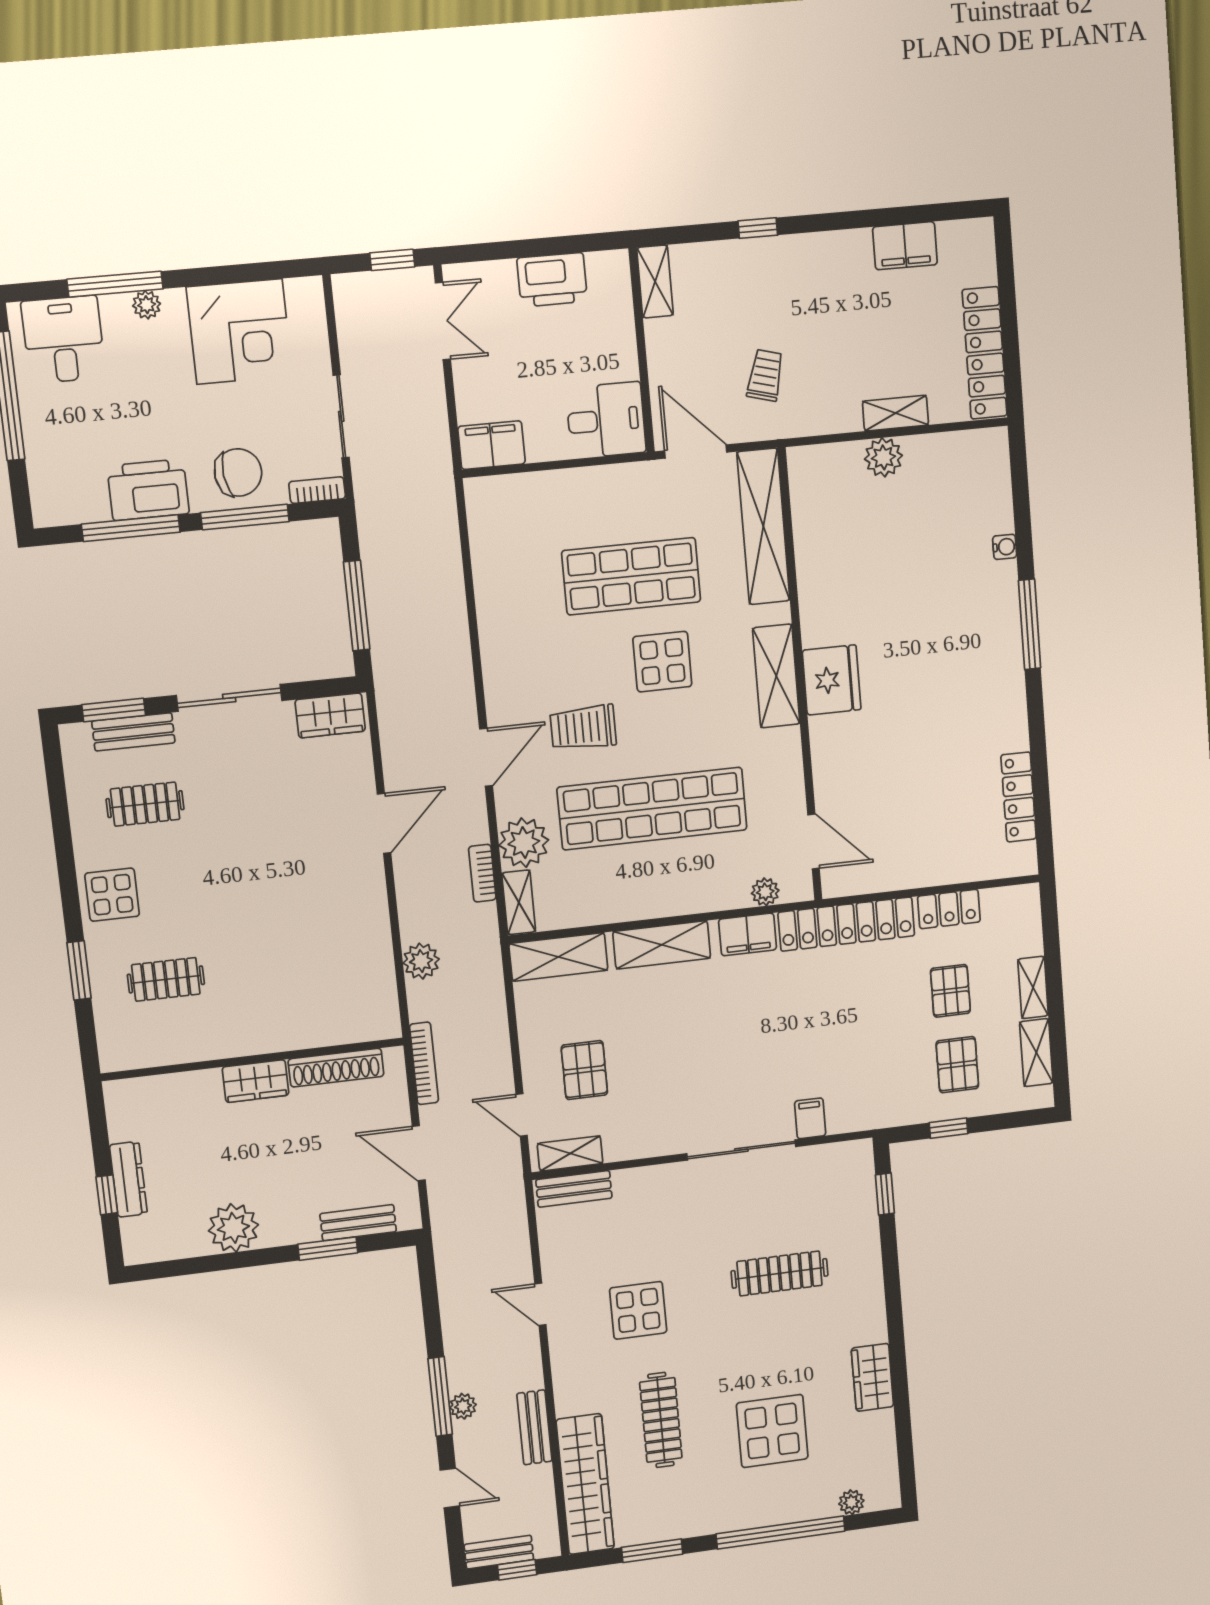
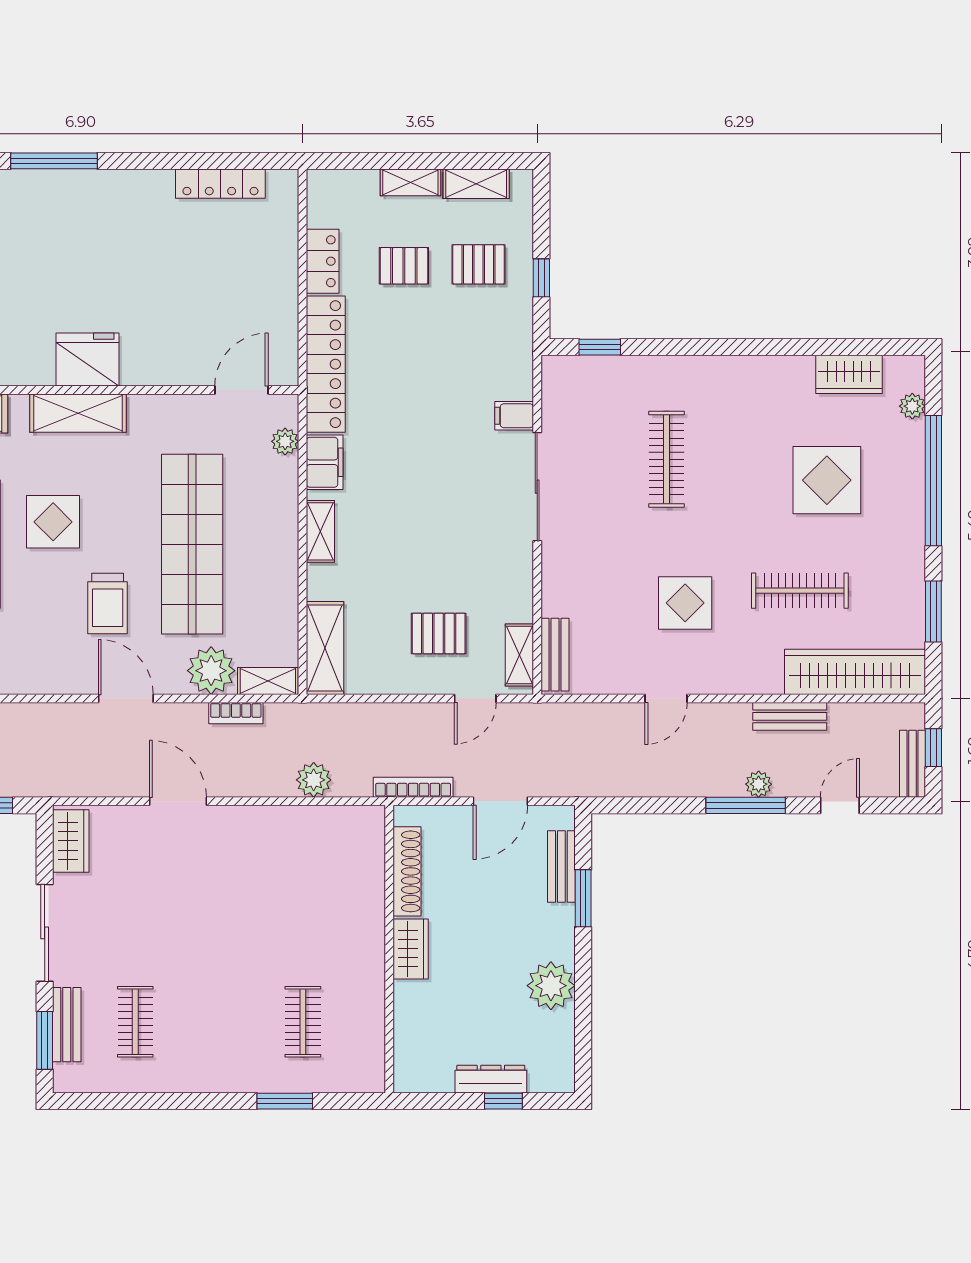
display table: (112, 895) -> (217, 1062), removed
shelving: (662, 945) -> (320, 531), width x0.67, depth x0.75
wardrobe: (873, 1377) -> (849, 374), moved

